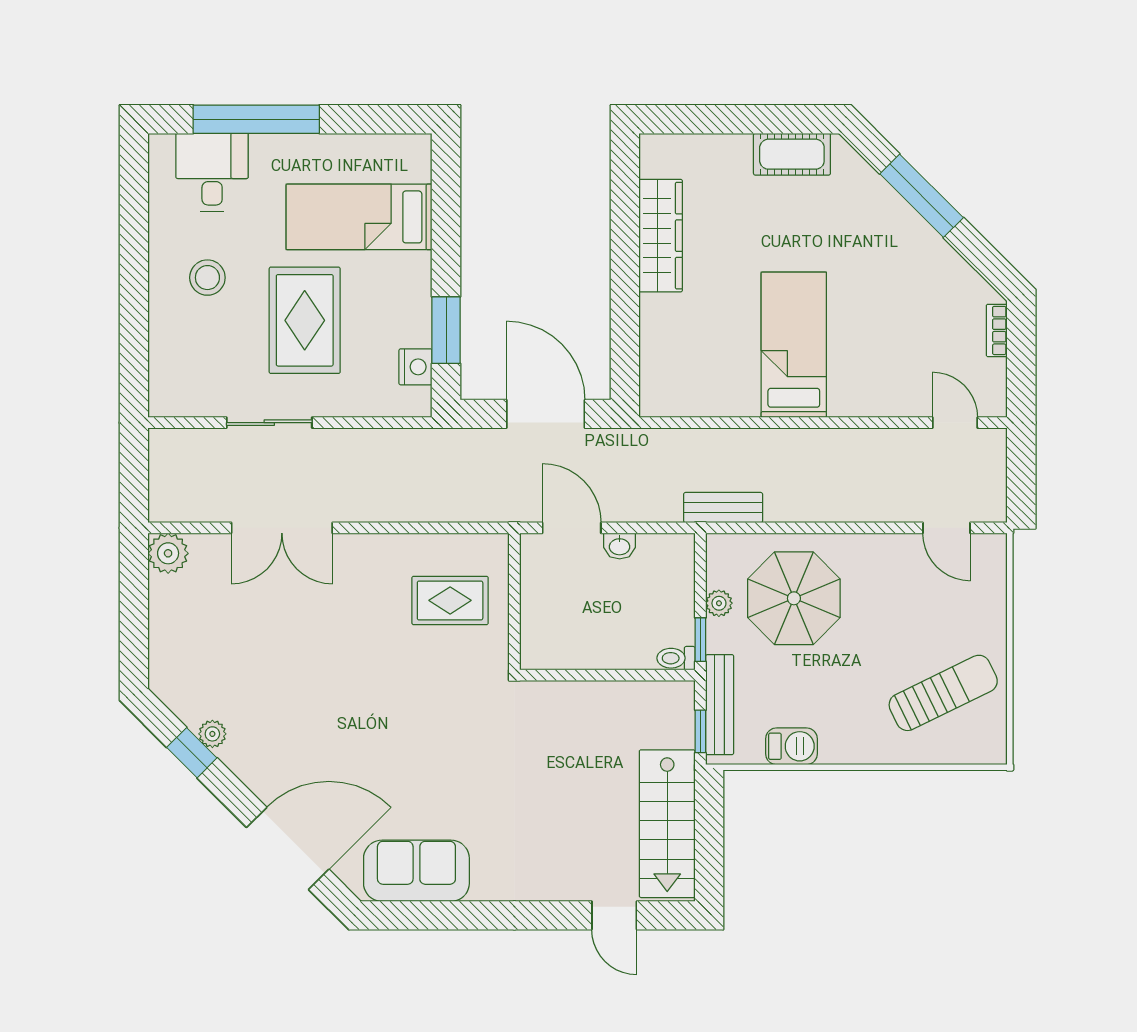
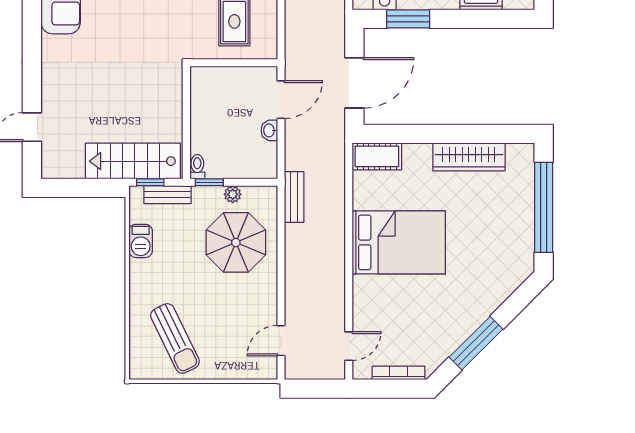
window: (739, 119) -> (544, 207), added
cot: (792, 154) -> (377, 156), moved, turned 90
window: (922, 196) -> (476, 343), moved
bookcase: (997, 330) -> (399, 373), width x1.56
bed: (794, 345) -> (399, 242), width x1.50
bench: (720, 705) -> (167, 195), width x0.73
stairs: (667, 824) -> (133, 161), moved

